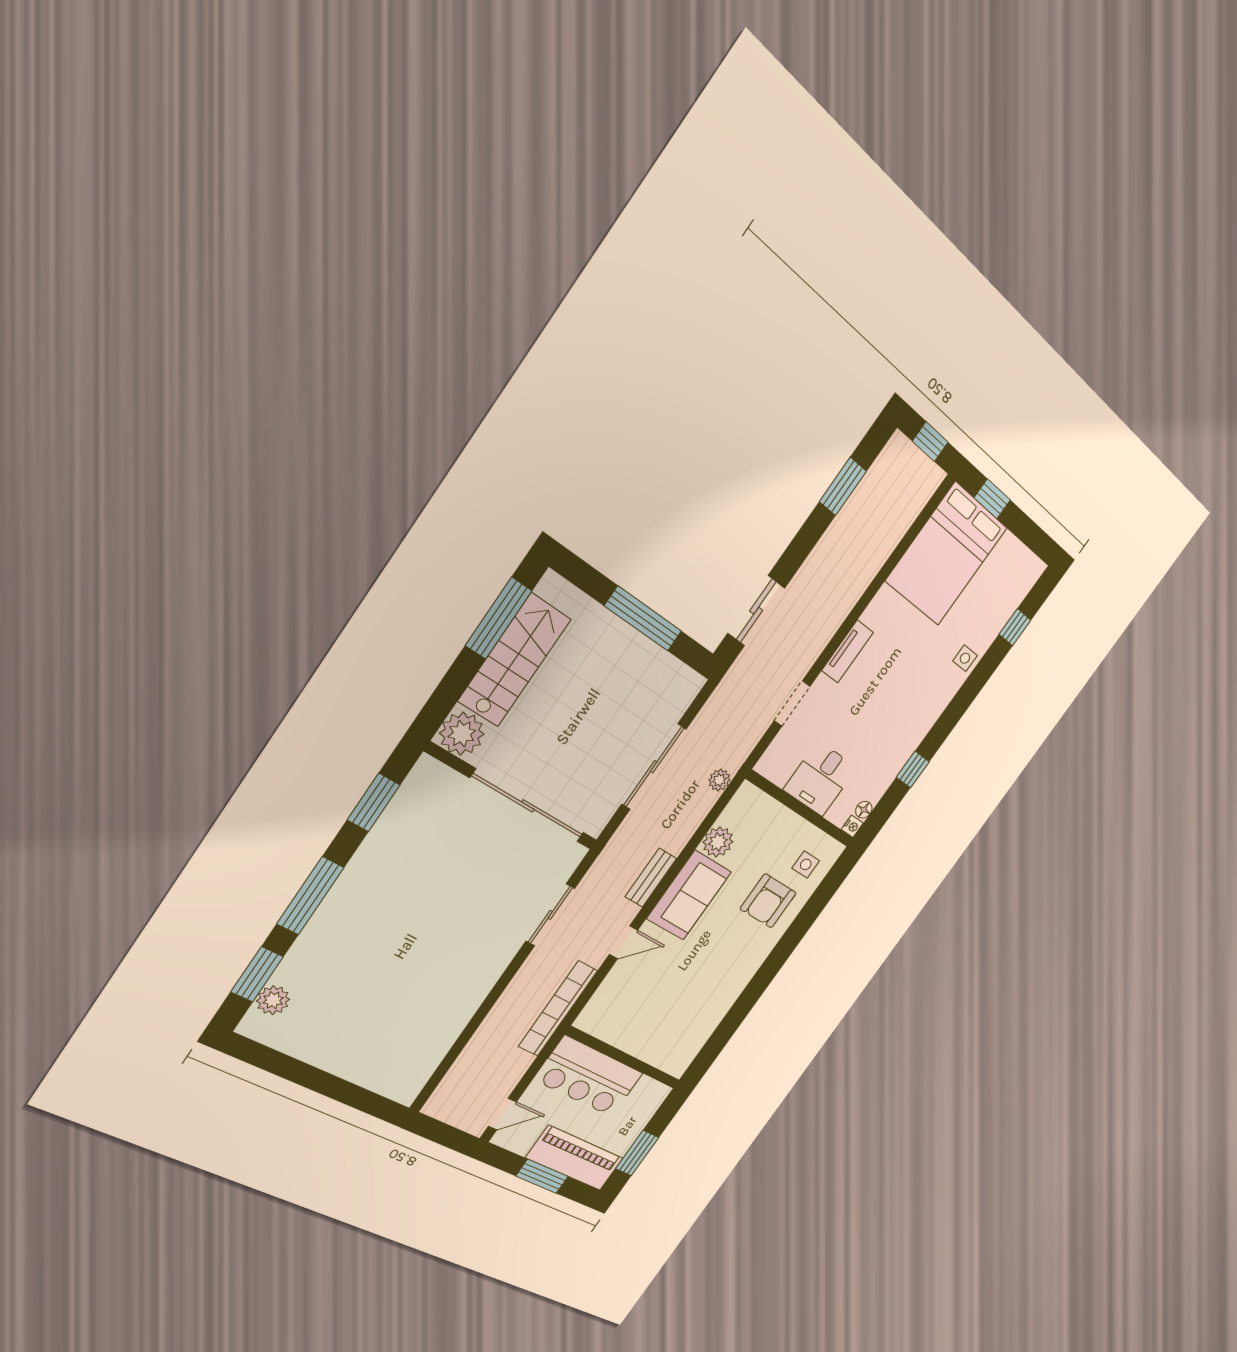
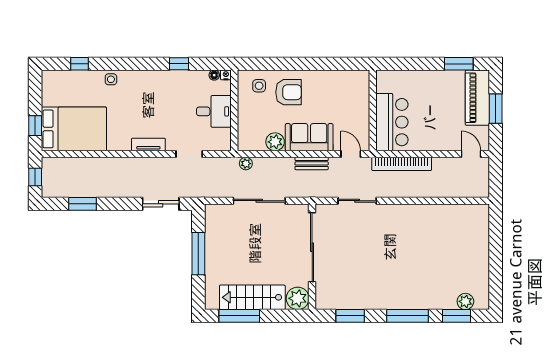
wall: (623, 1058) -> (373, 110), moved
bar counter: (589, 1076) -> (392, 122), moved

